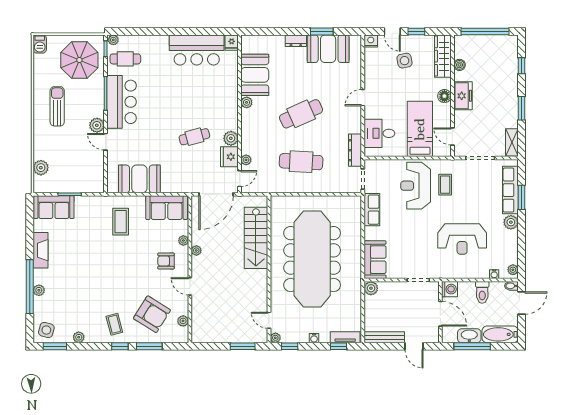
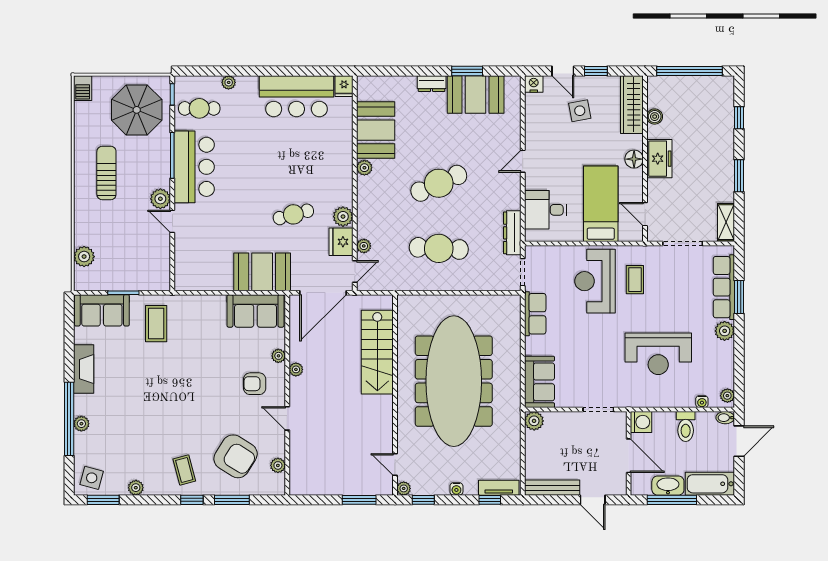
plant: (113, 40) -> (229, 82), moved
booth: (139, 179) -> (262, 272), moved
coffee table: (121, 222) -> (156, 324), moved

